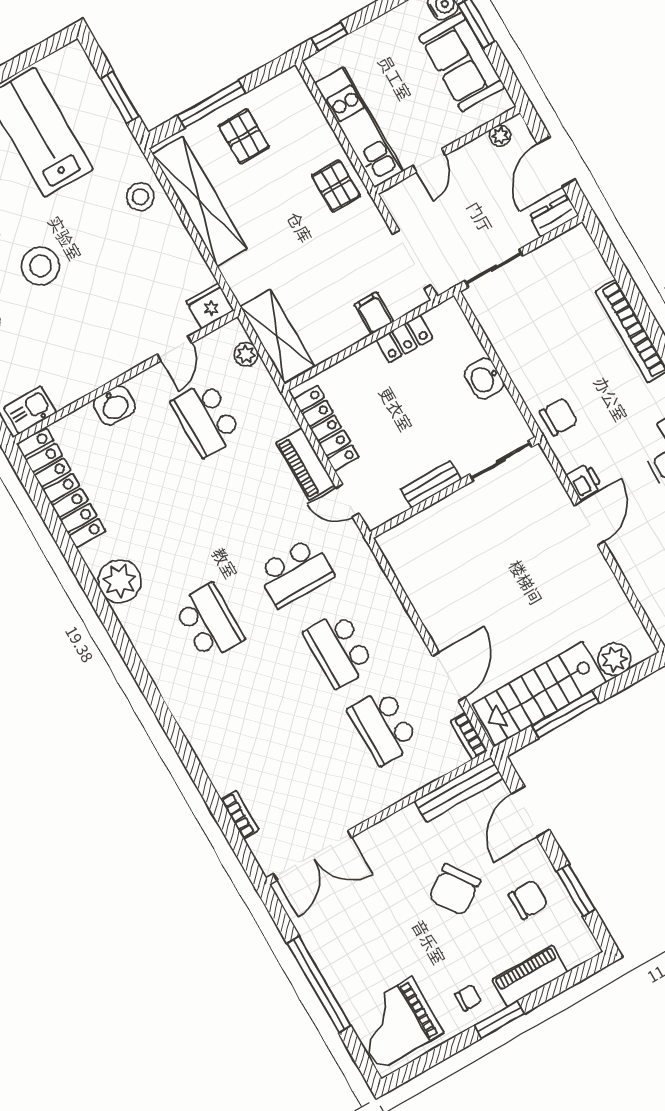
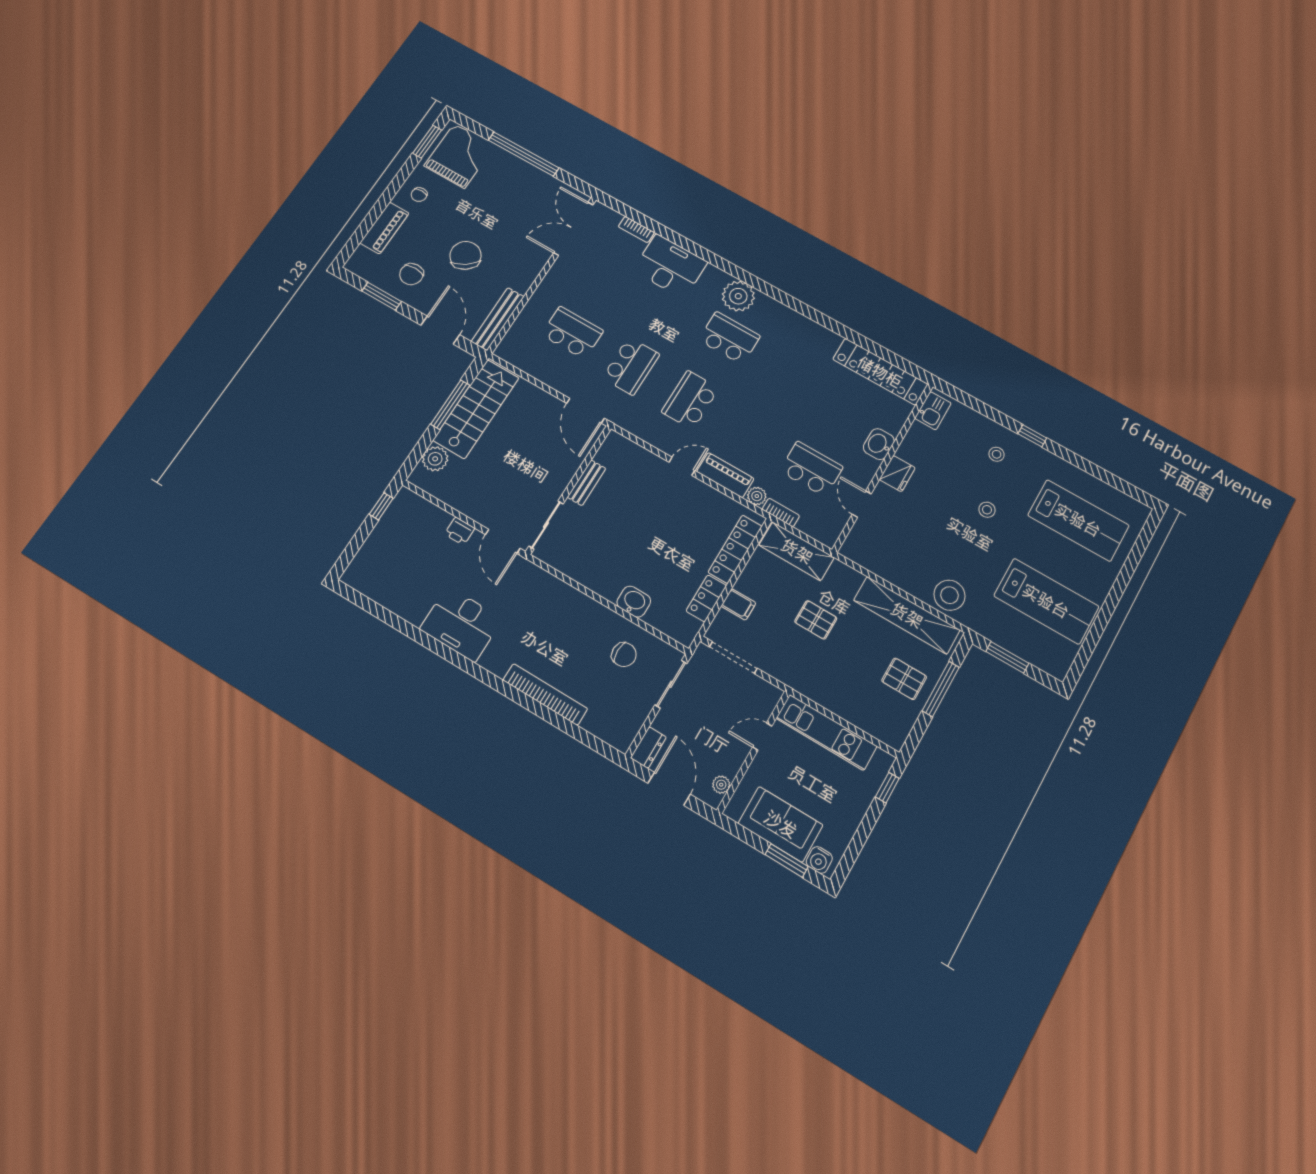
door: (429, 160) -> (762, 737), hinge flipped
pallet: (336, 186) -> (816, 620), moved
stool: (140, 197) -> (949, 595), width x1.38, depth x1.38
stool: (40, 266) -> (987, 510), width x0.53, depth x0.53
fridge: (210, 306) -> (897, 474), moved
plant: (246, 354) -> (757, 496), moved
chair: (559, 417) -> (624, 655), moved, turned -90
locker: (326, 428) -> (735, 549), moved, turned 90
sliding door: (501, 461) -> (546, 525), moved
printer: (584, 481) -> (460, 531), moved
bench: (431, 484) -> (586, 483), moved
wall: (454, 487) -> (569, 489), moved
plant: (120, 581) -> (738, 296), moved
school desk: (209, 622) -> (729, 338), turned 180
school desk: (339, 650) -> (631, 366), turned 90
door: (449, 677) -> (586, 411), moved
bookcase: (469, 736) -> (781, 512), moved
desk: (227, 747) -> (670, 266), added
window: (499, 1020) -> (427, 142), moved

